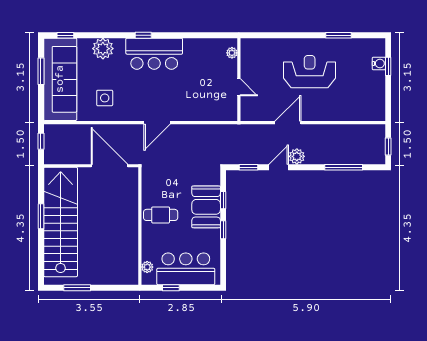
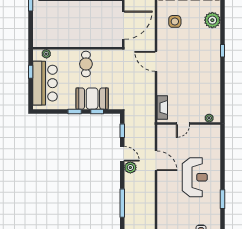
bar counter: (154, 54) -> (208, 59), removed
fireplace: (218, 115) -> (162, 108), added

